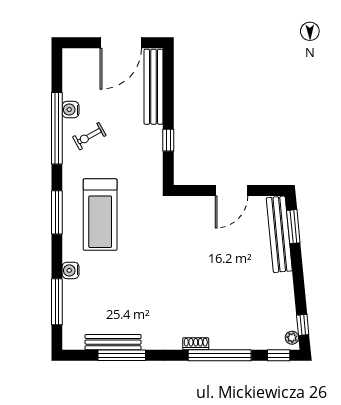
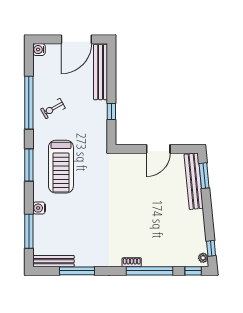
water cooler: (71, 110) -> (39, 50), moved
bench: (113, 342) -> (54, 261), moved

